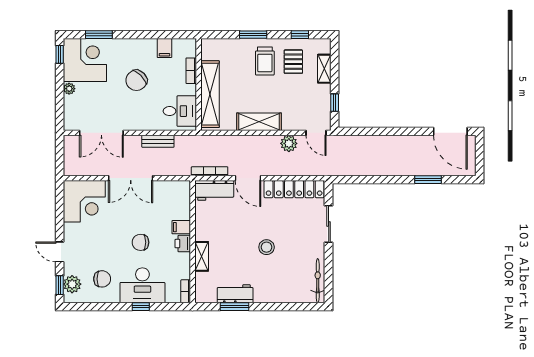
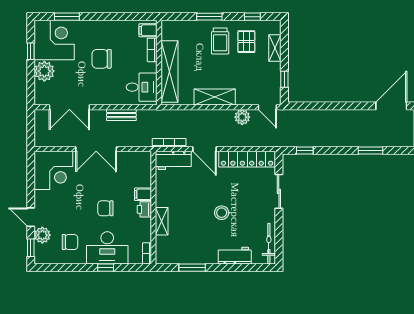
filing cabinet: (164, 48) -> (148, 30), moved, turned 90
window: (60, 54) -> (31, 51), moved
chair: (136, 80) -> (102, 59), turned 45
plant: (69, 89) -> (44, 71), width x1.88, depth x1.88
door: (450, 131) -> (391, 106), swing flipped
window: (357, 180) -> (305, 150), added
plant: (72, 284) -> (42, 235), moved
workbench: (235, 294) -> (235, 256), moved

